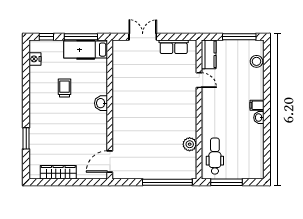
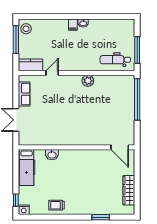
window: (81, 37) -> (16, 171), removed
nightstand: (35, 59) -> (24, 210), moved
stool: (256, 61) -> (26, 29), moved
trolley: (65, 88) -> (57, 205), moved
washbasin: (101, 103) -> (52, 155), moved
plant: (190, 144) -> (88, 81), moved

